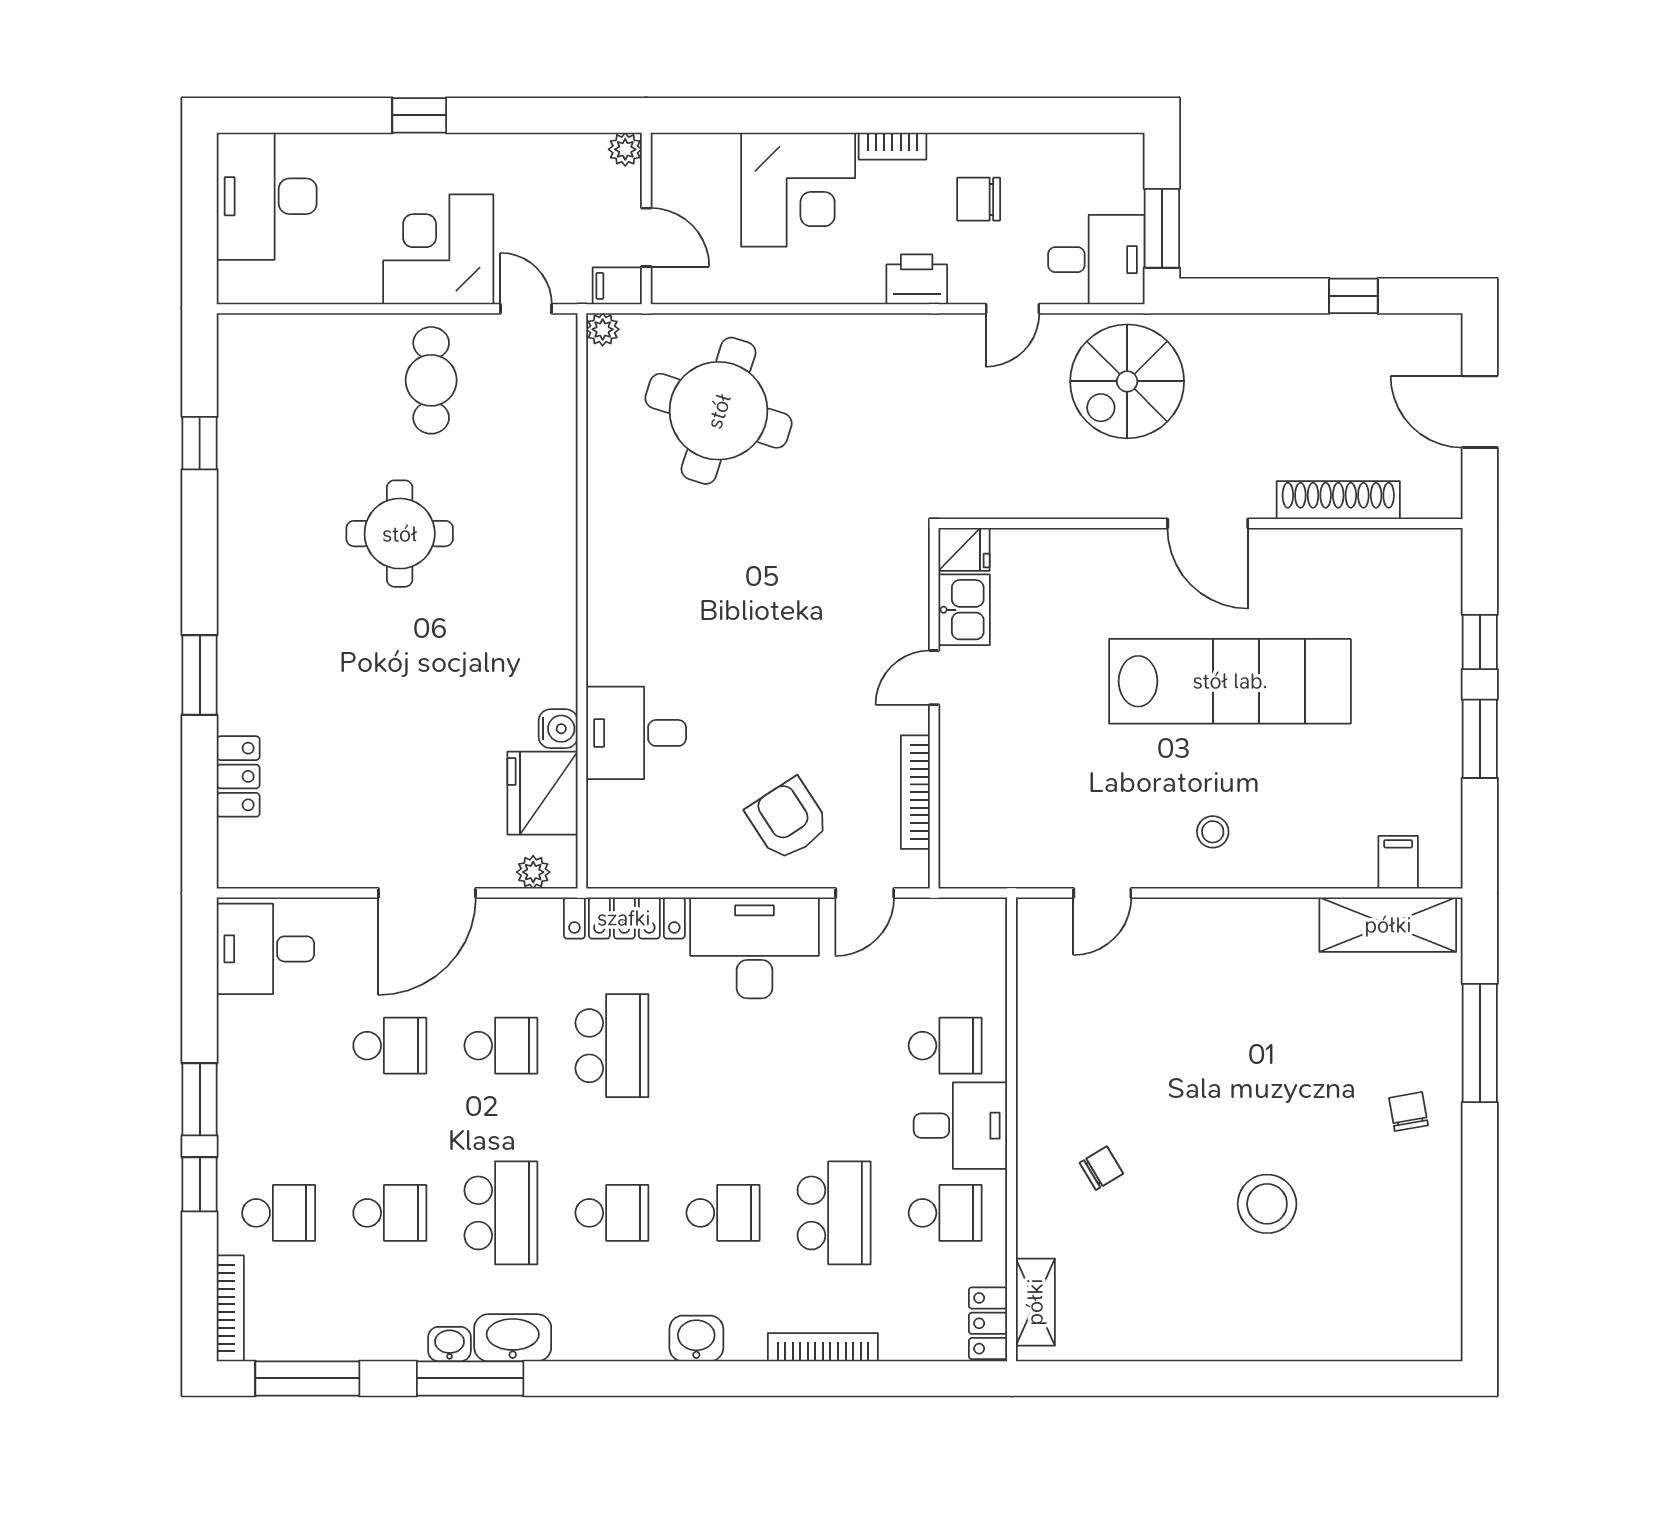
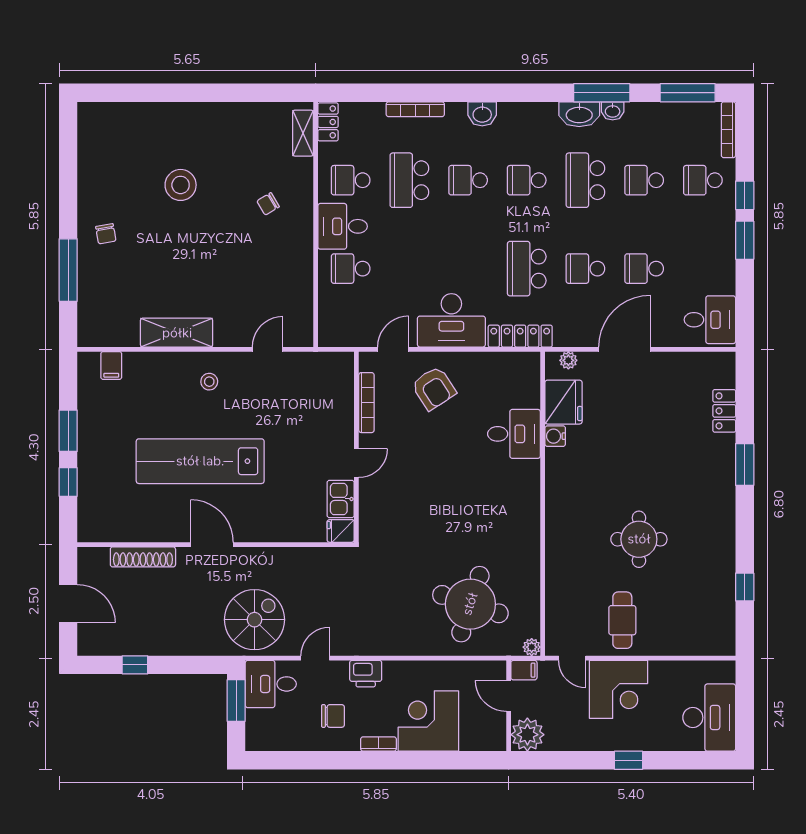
plant: (625, 149) -> (527, 735), width x1.88, depth x1.88
shelving: (1388, 925) -> (177, 333), moved

